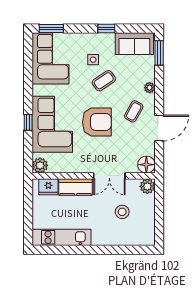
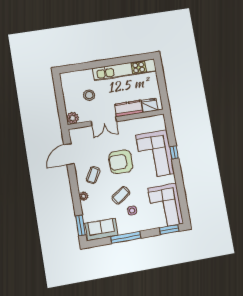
window: (106, 29) -> (126, 237), width x2.17
door: (159, 128) -> (69, 154), moved
plant: (40, 165) -> (159, 121), removed
floor lamp: (146, 165) -> (76, 135), removed
double door: (109, 176) -> (104, 121), swing flipped
kitchen unit: (62, 237) -> (124, 70), width x1.36

